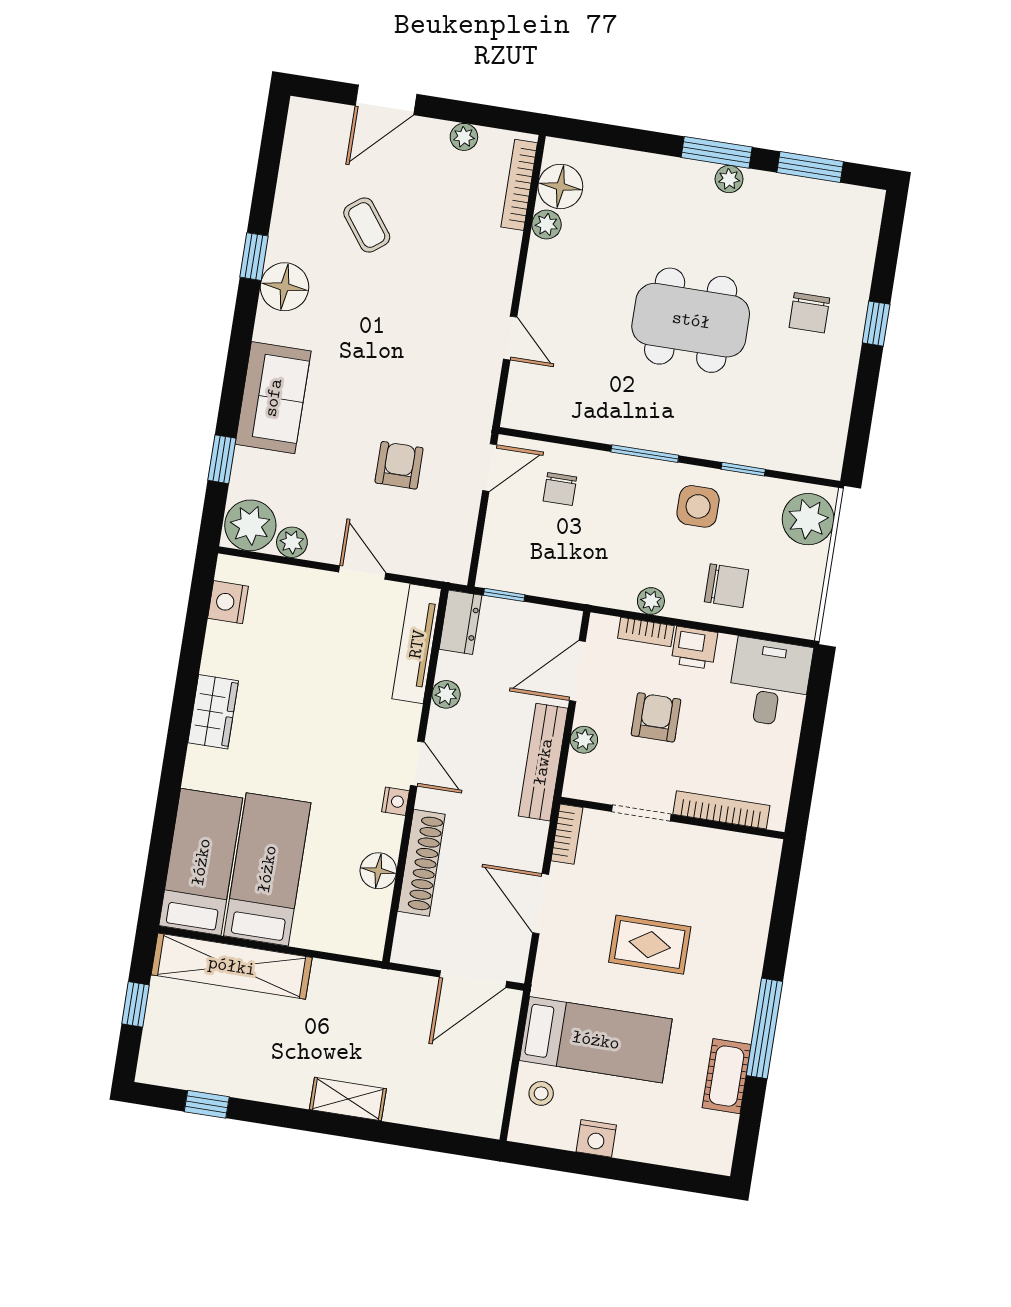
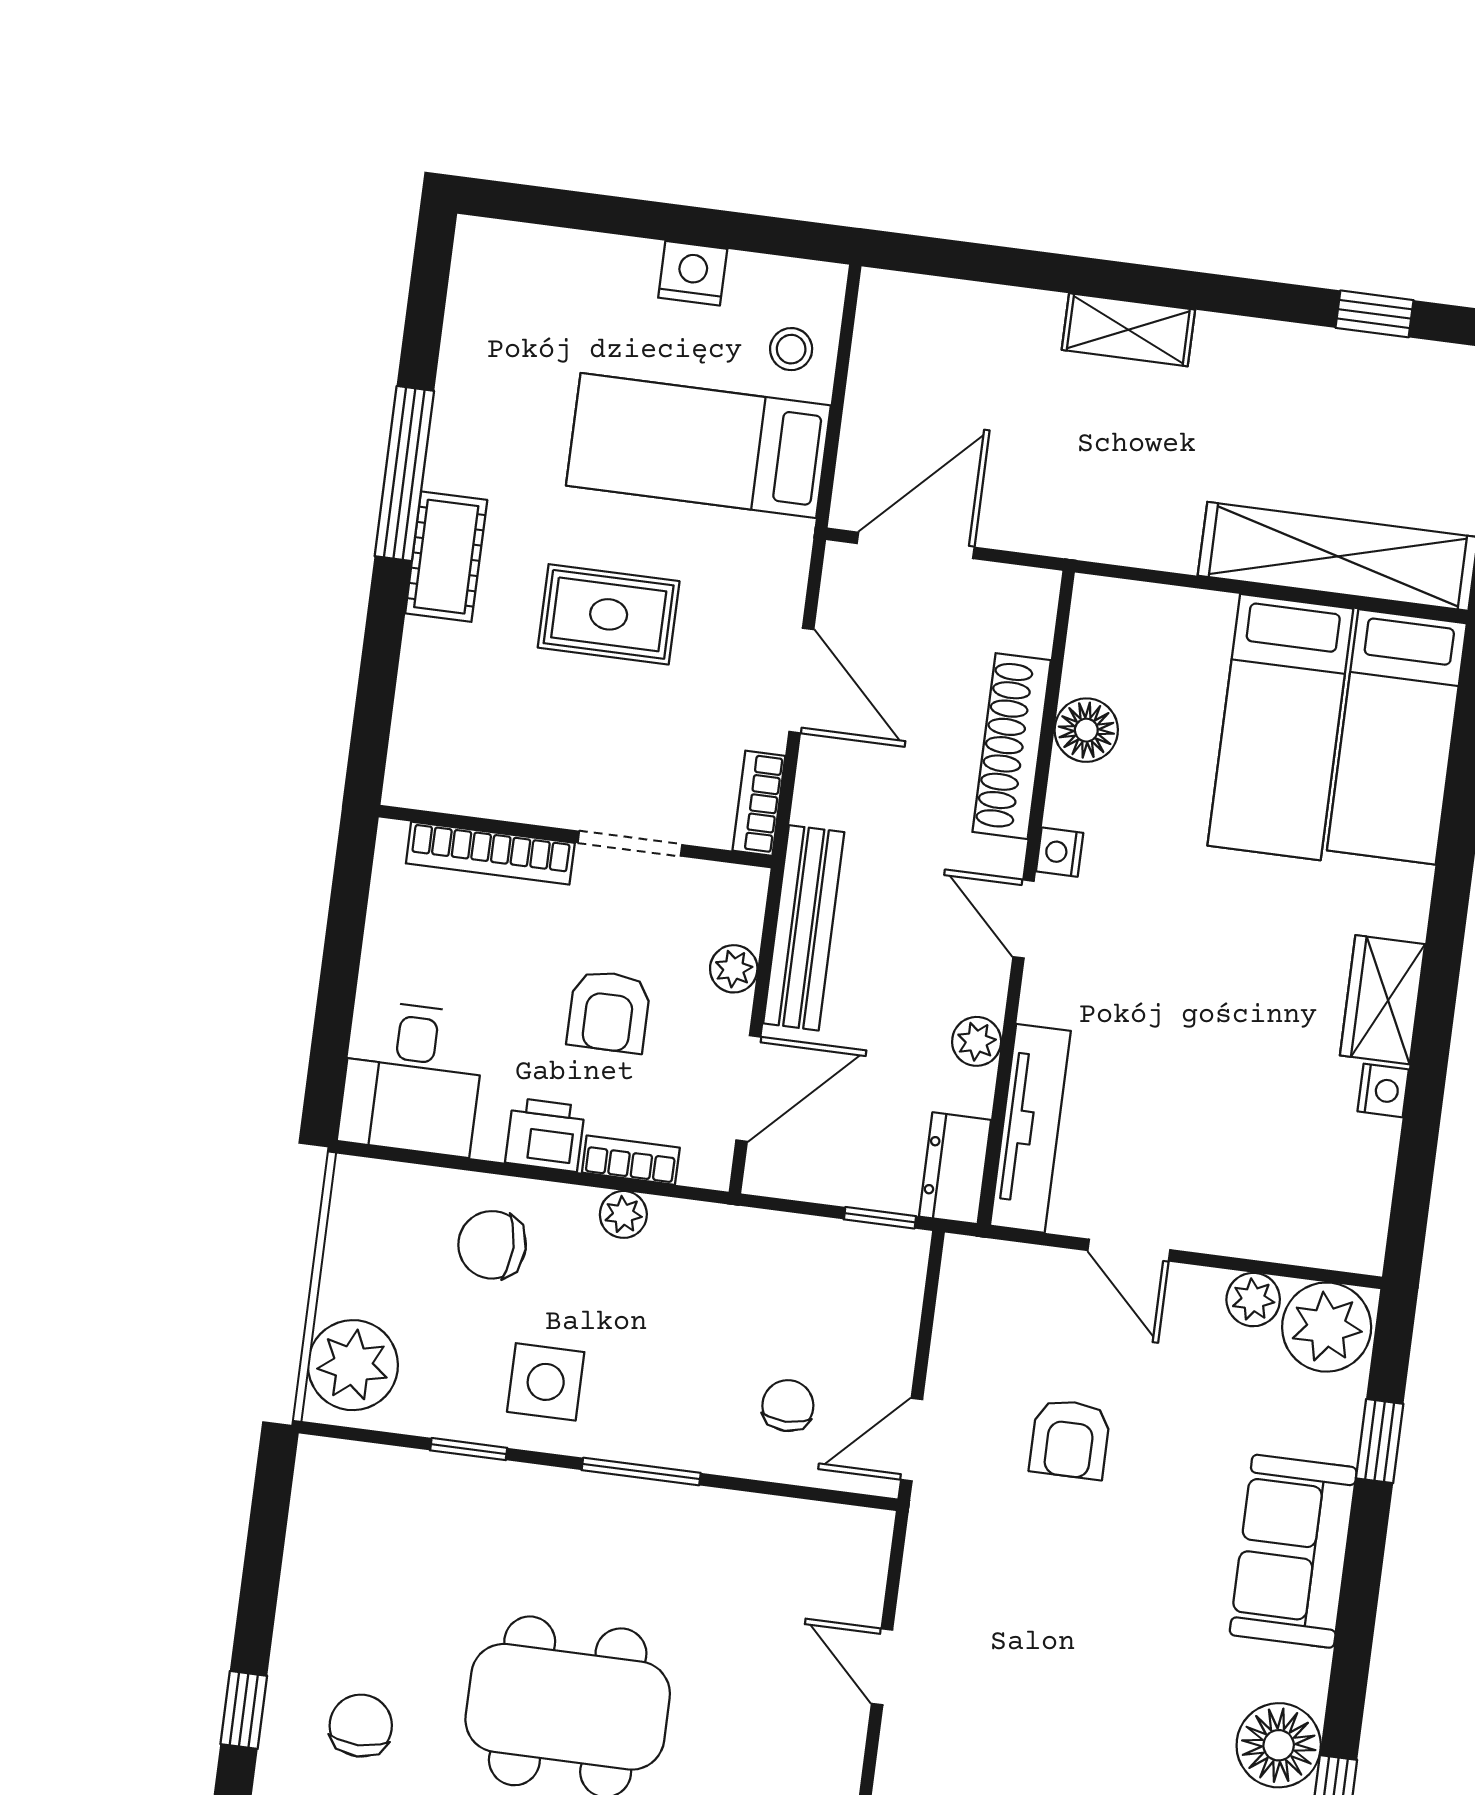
nightstand: (228, 602) -> (1383, 1090), moved, width x0.72, depth x0.74
cot: (727, 1076) -> (446, 557), moved

